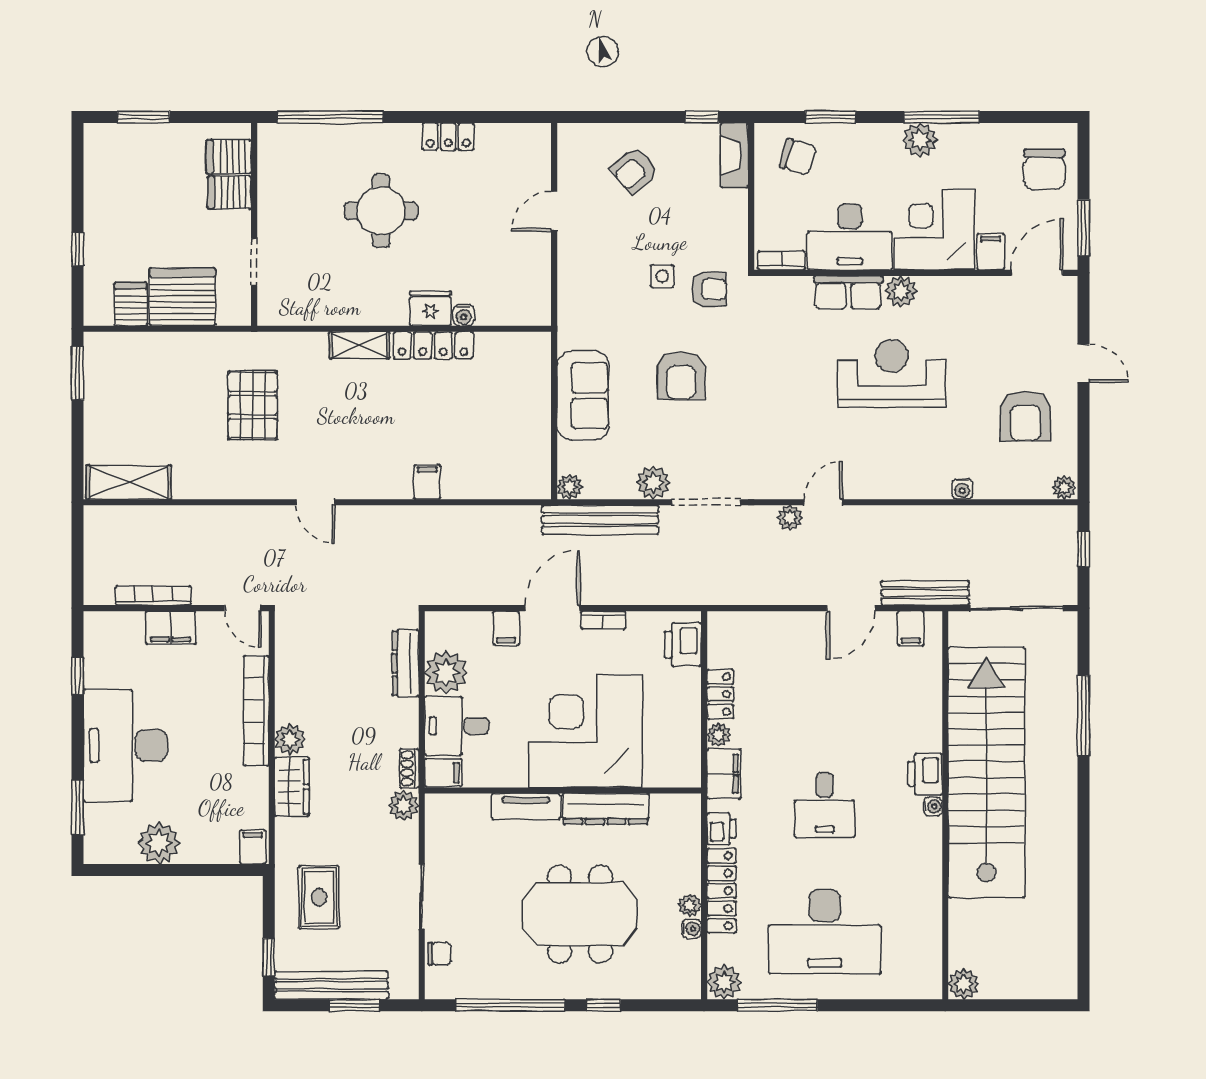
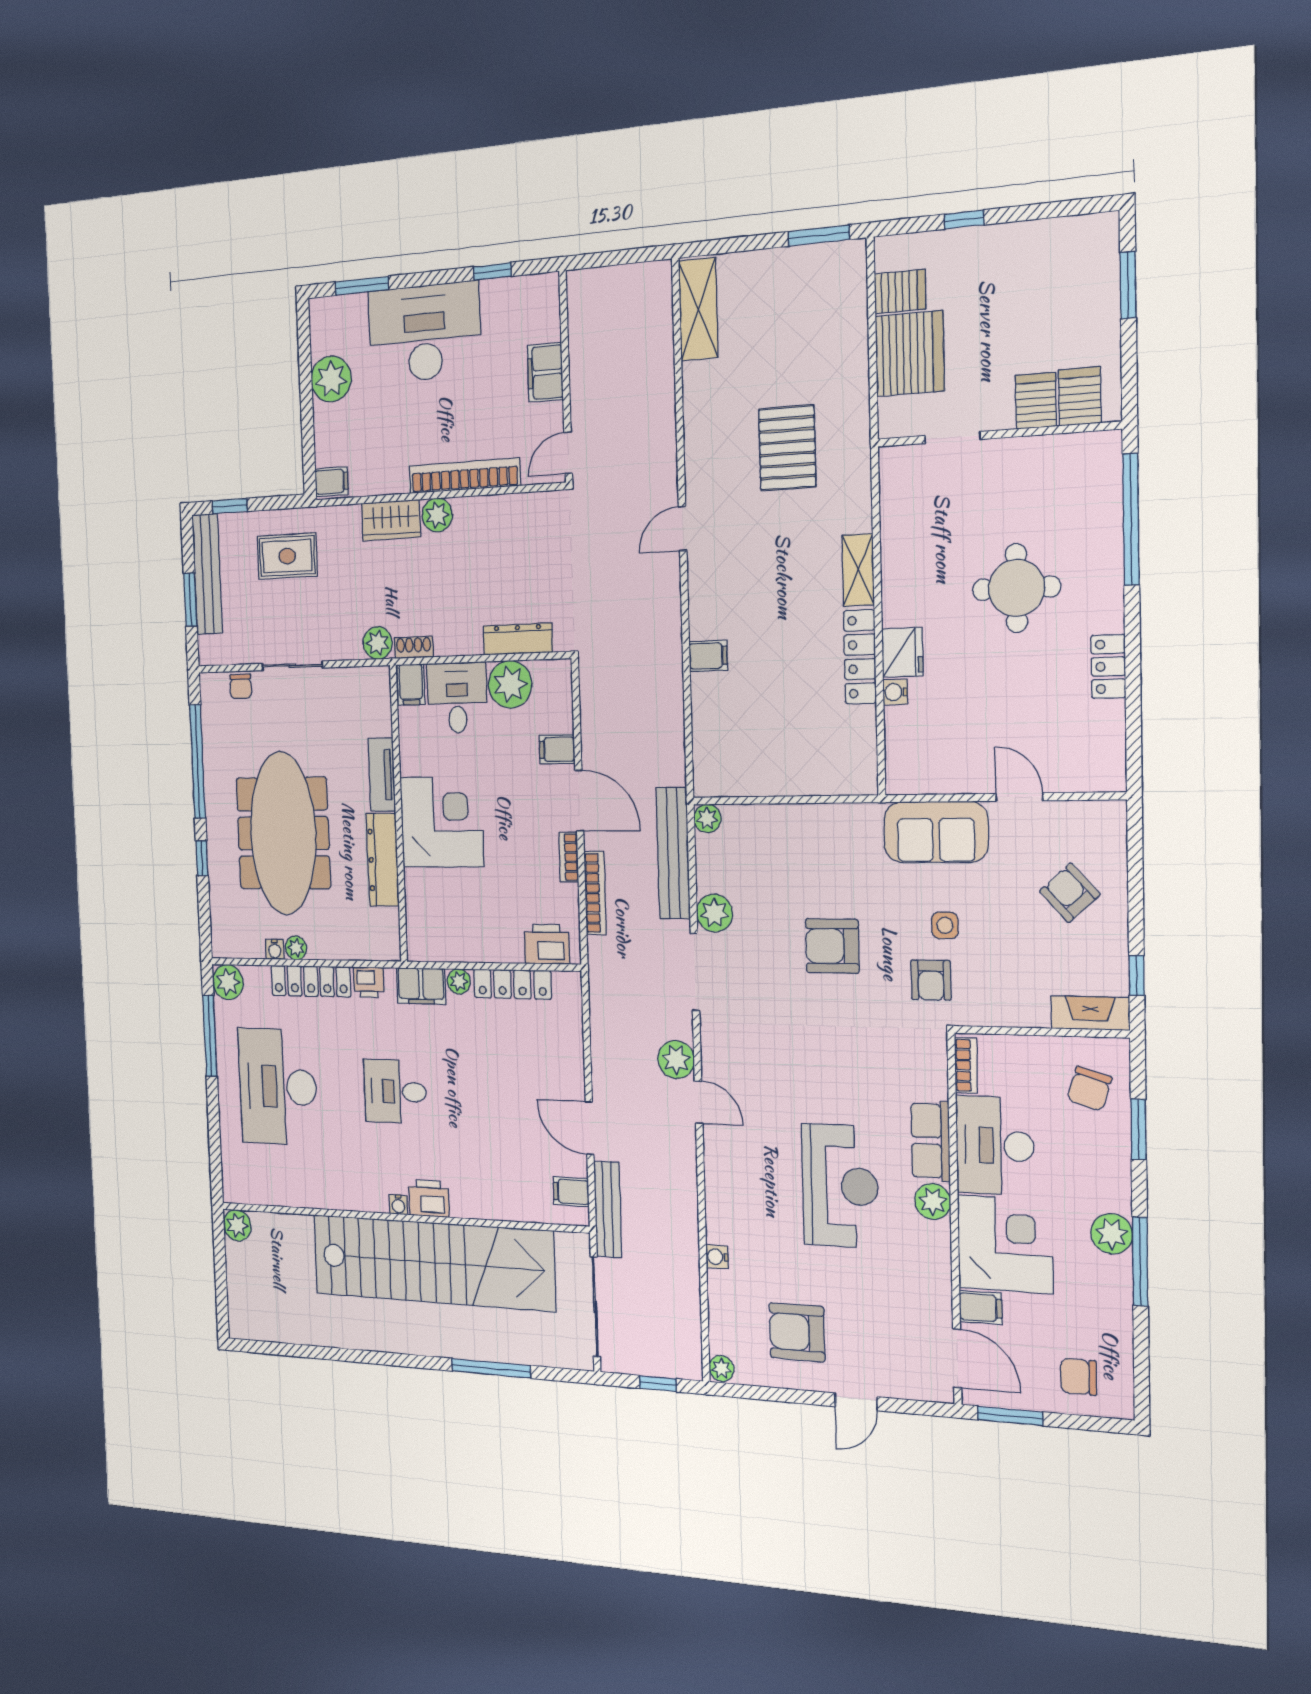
chair: (1044, 169) -> (1079, 1377), width x0.73, depth x0.73
sofa: (583, 396) -> (936, 832), moved
pallet: (253, 405) -> (787, 448), turned 90
plant: (790, 518) -> (676, 1060), width x1.38, depth x1.38
bookcase: (153, 596) -> (595, 893), moved
locker: (720, 694) -> (512, 984), width x1.53
corner desk: (586, 731) -> (442, 822), width x0.74, depth x0.74
meeting table: (580, 914) -> (283, 833), width x1.36

